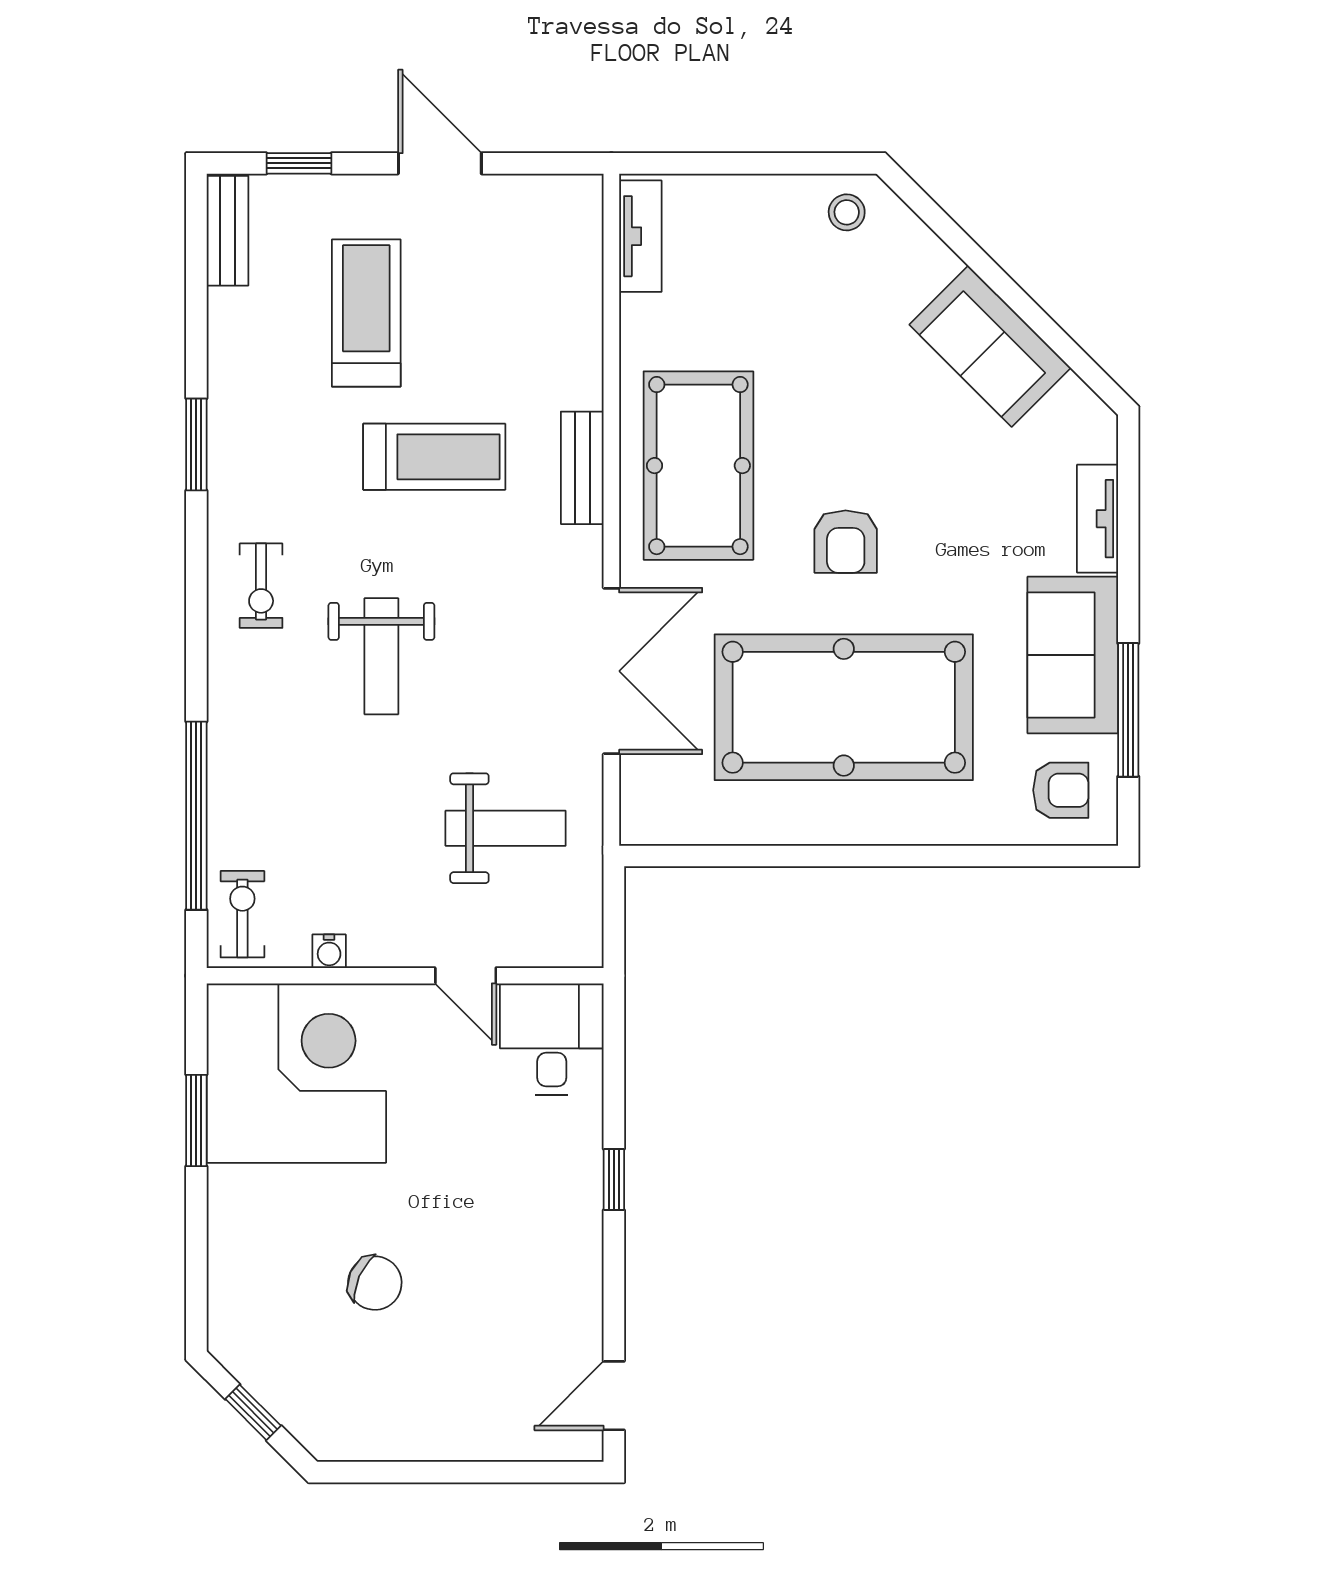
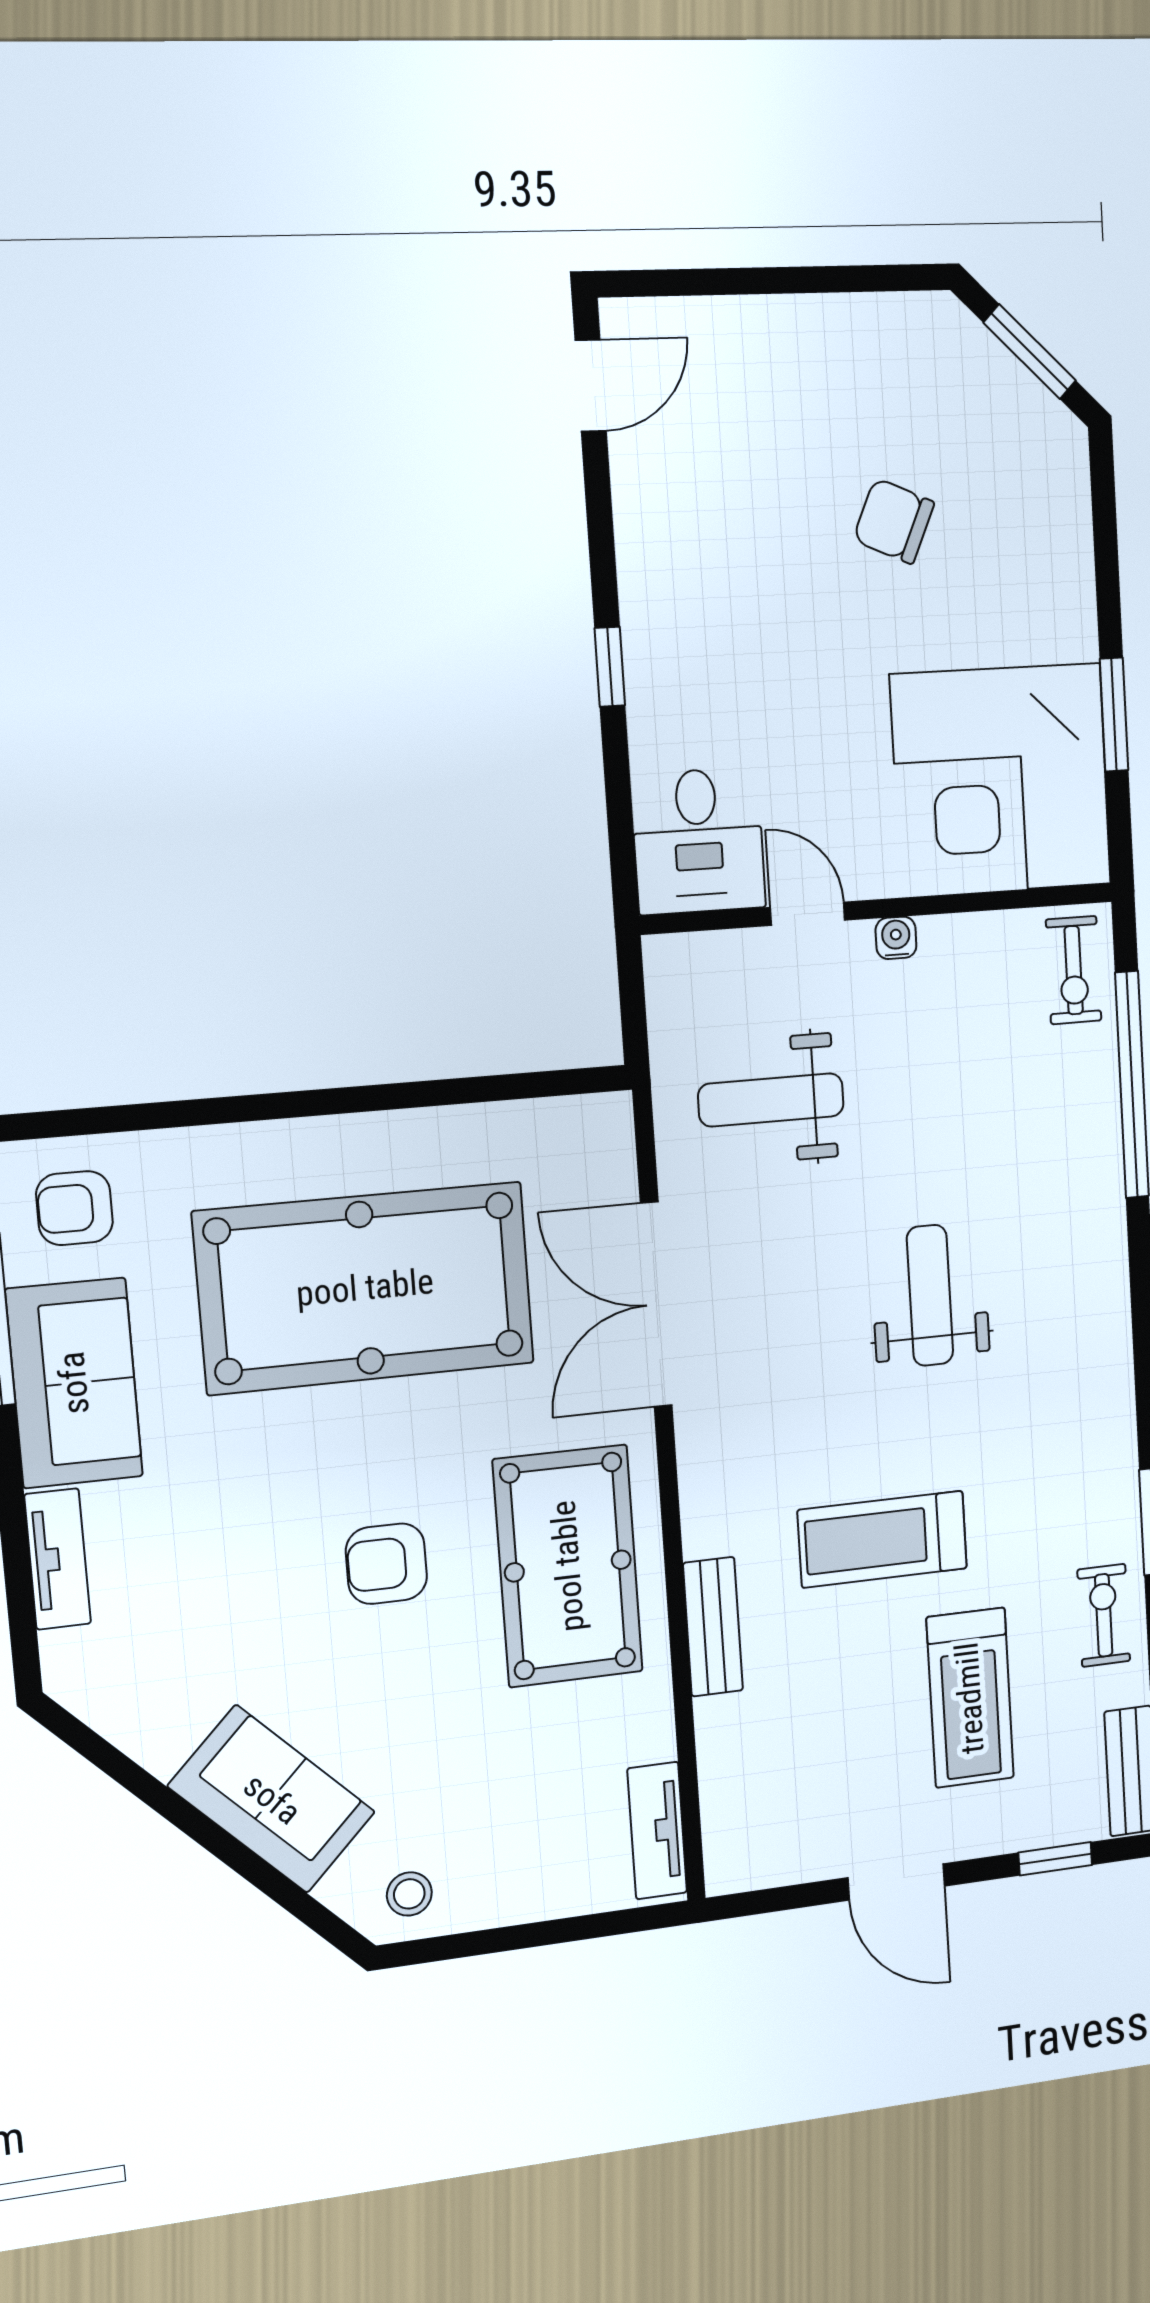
sofa: (990, 346) -> (272, 1799), moved
bench: (582, 468) -> (713, 1627), moved
armchair: (846, 542) -> (386, 1564), moved, turned -90
exercise bike: (261, 586) -> (1104, 1615), moved
water cooler: (329, 951) -> (896, 938), moved
window: (253, 1412) -> (1030, 352), width x1.50

